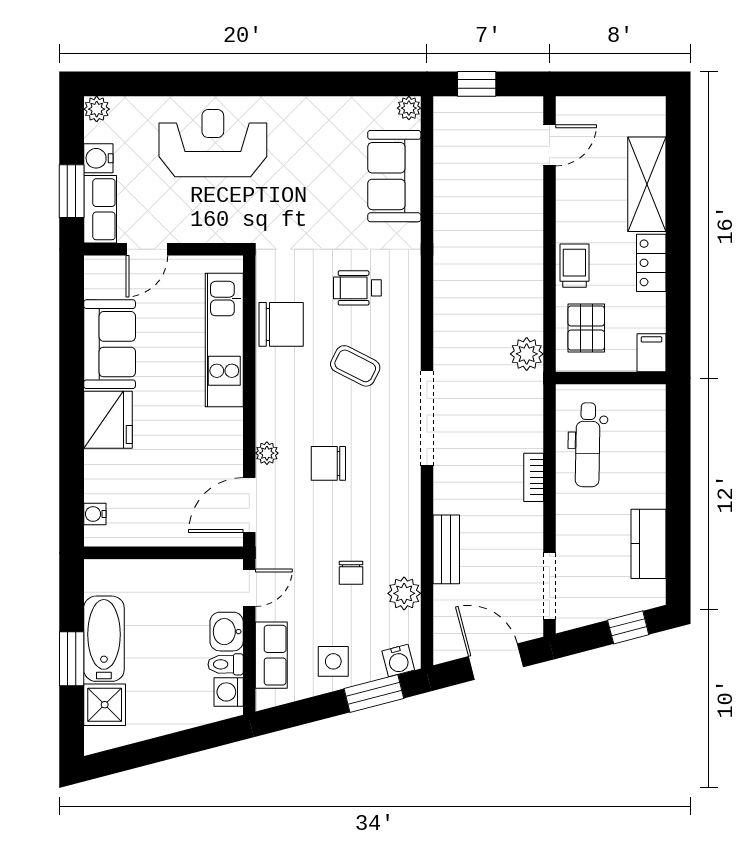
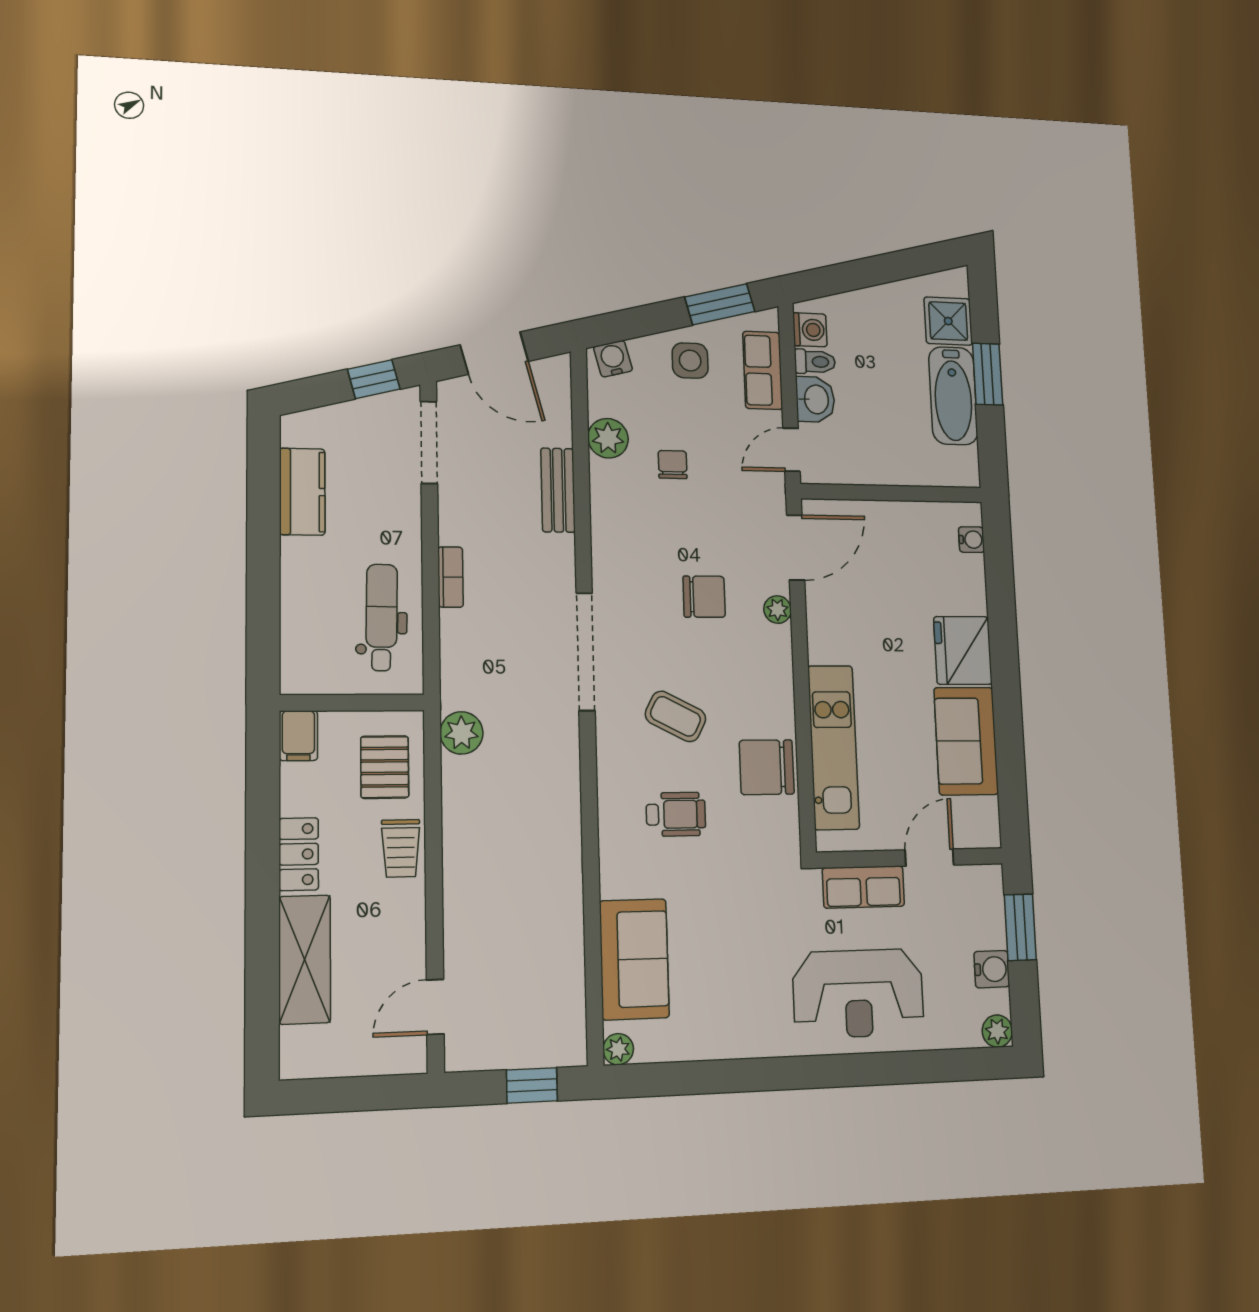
row of seats: (100, 209) -> (863, 887), moved, turned -90
window: (628, 627) -> (374, 379), moved
window: (374, 693) -> (720, 304), moved

